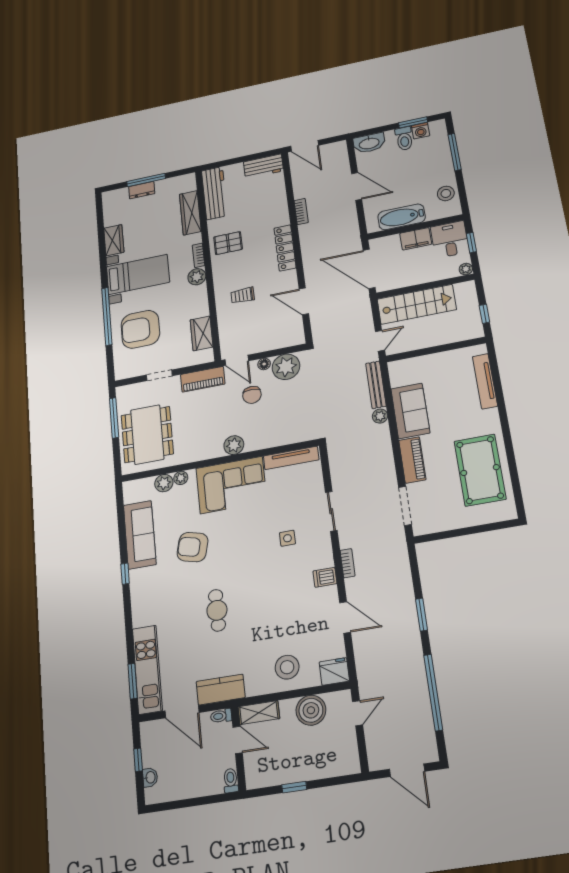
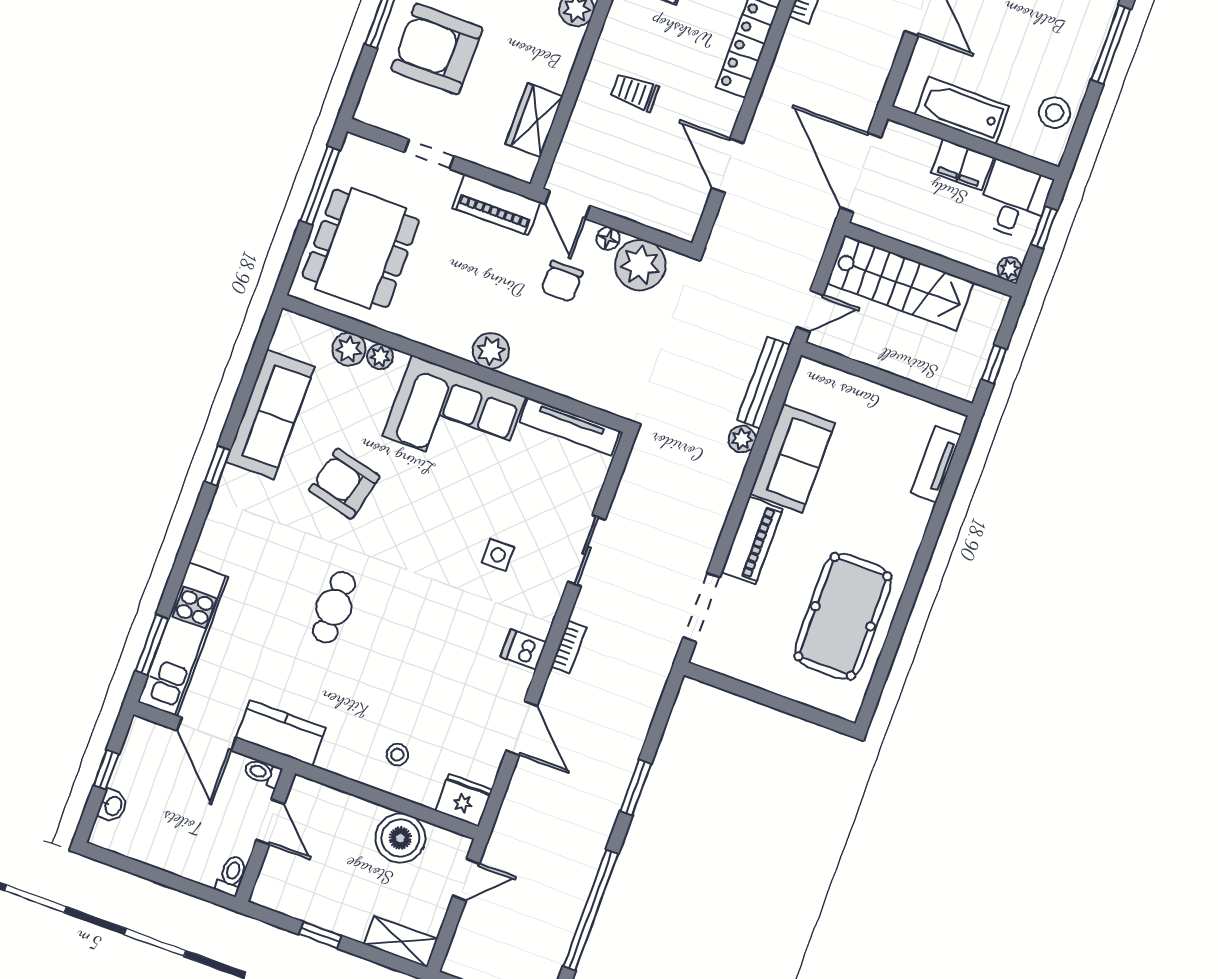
tv unit: (485, 381) -> (936, 464), width x0.71
stool: (287, 667) -> (397, 755), width x0.53, depth x0.53
shelving: (259, 713) -> (401, 941), moved

